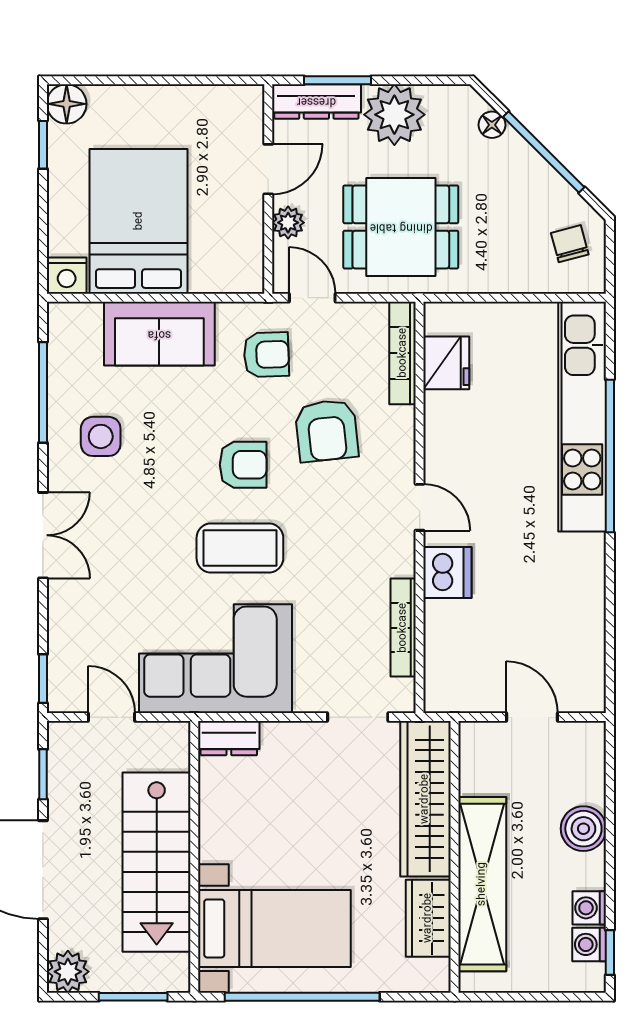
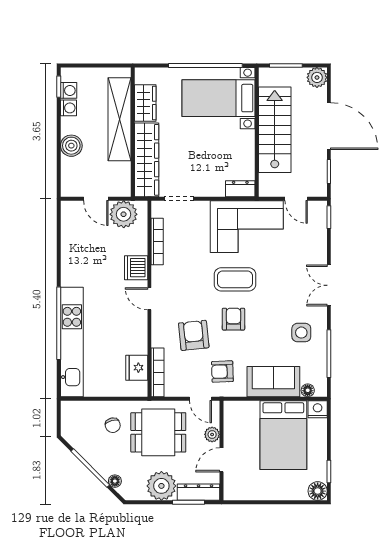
chair: (570, 244) -> (113, 425), moved
floor lamp: (87, 315) -> (308, 390), added
armchair: (243, 465) -> (233, 319), turned 90
plant: (474, 685) -> (124, 214), added

